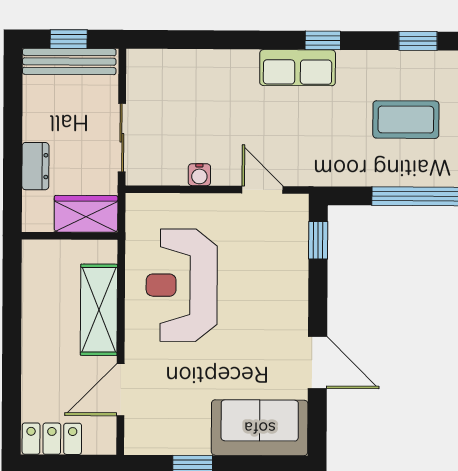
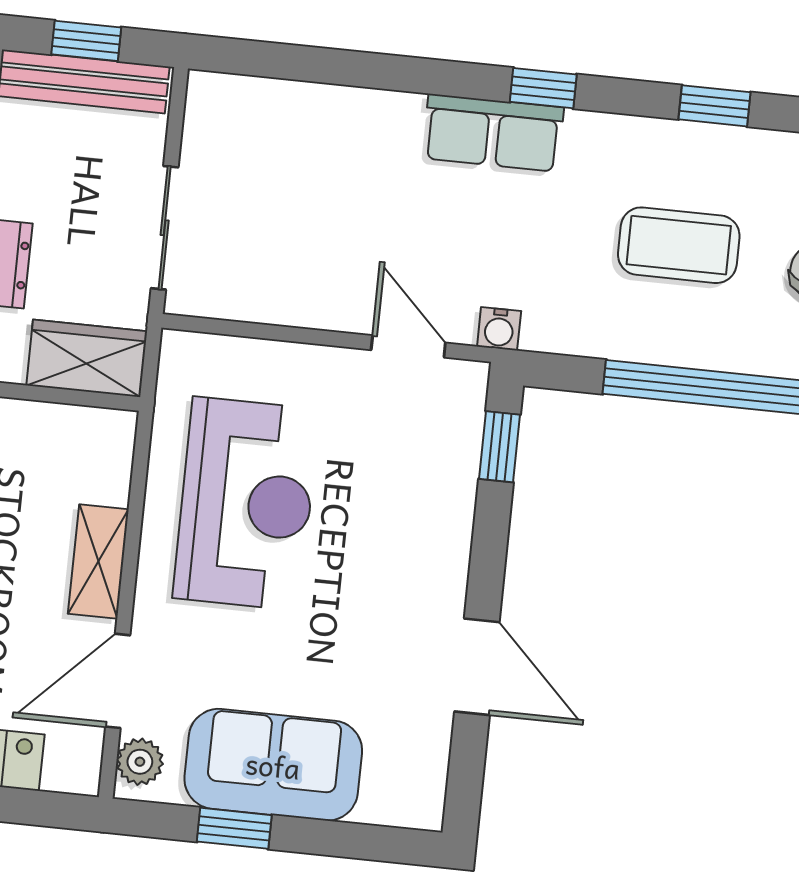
water cooler: (199, 175) -> (499, 329), moved
reception desk: (182, 285) -> (246, 504), turned 180
shelving: (99, 310) -> (98, 562), width x0.67, depth x0.75
sofa: (260, 428) -> (273, 765), moved
plant: (137, 433) -> (140, 762), added

